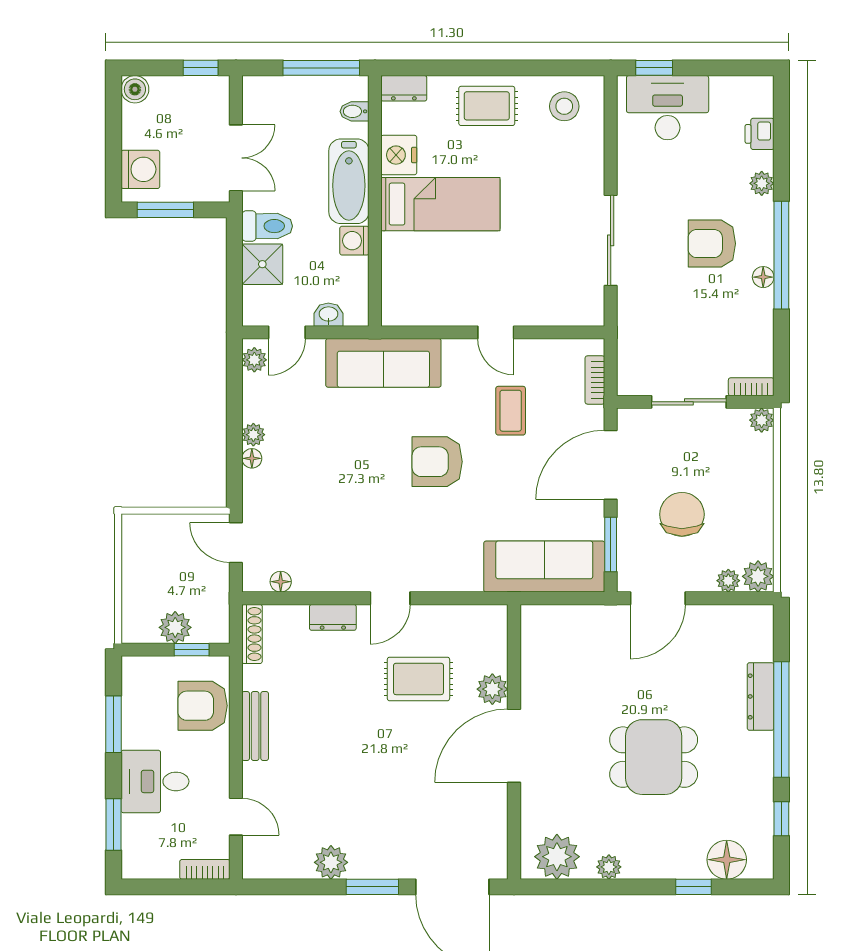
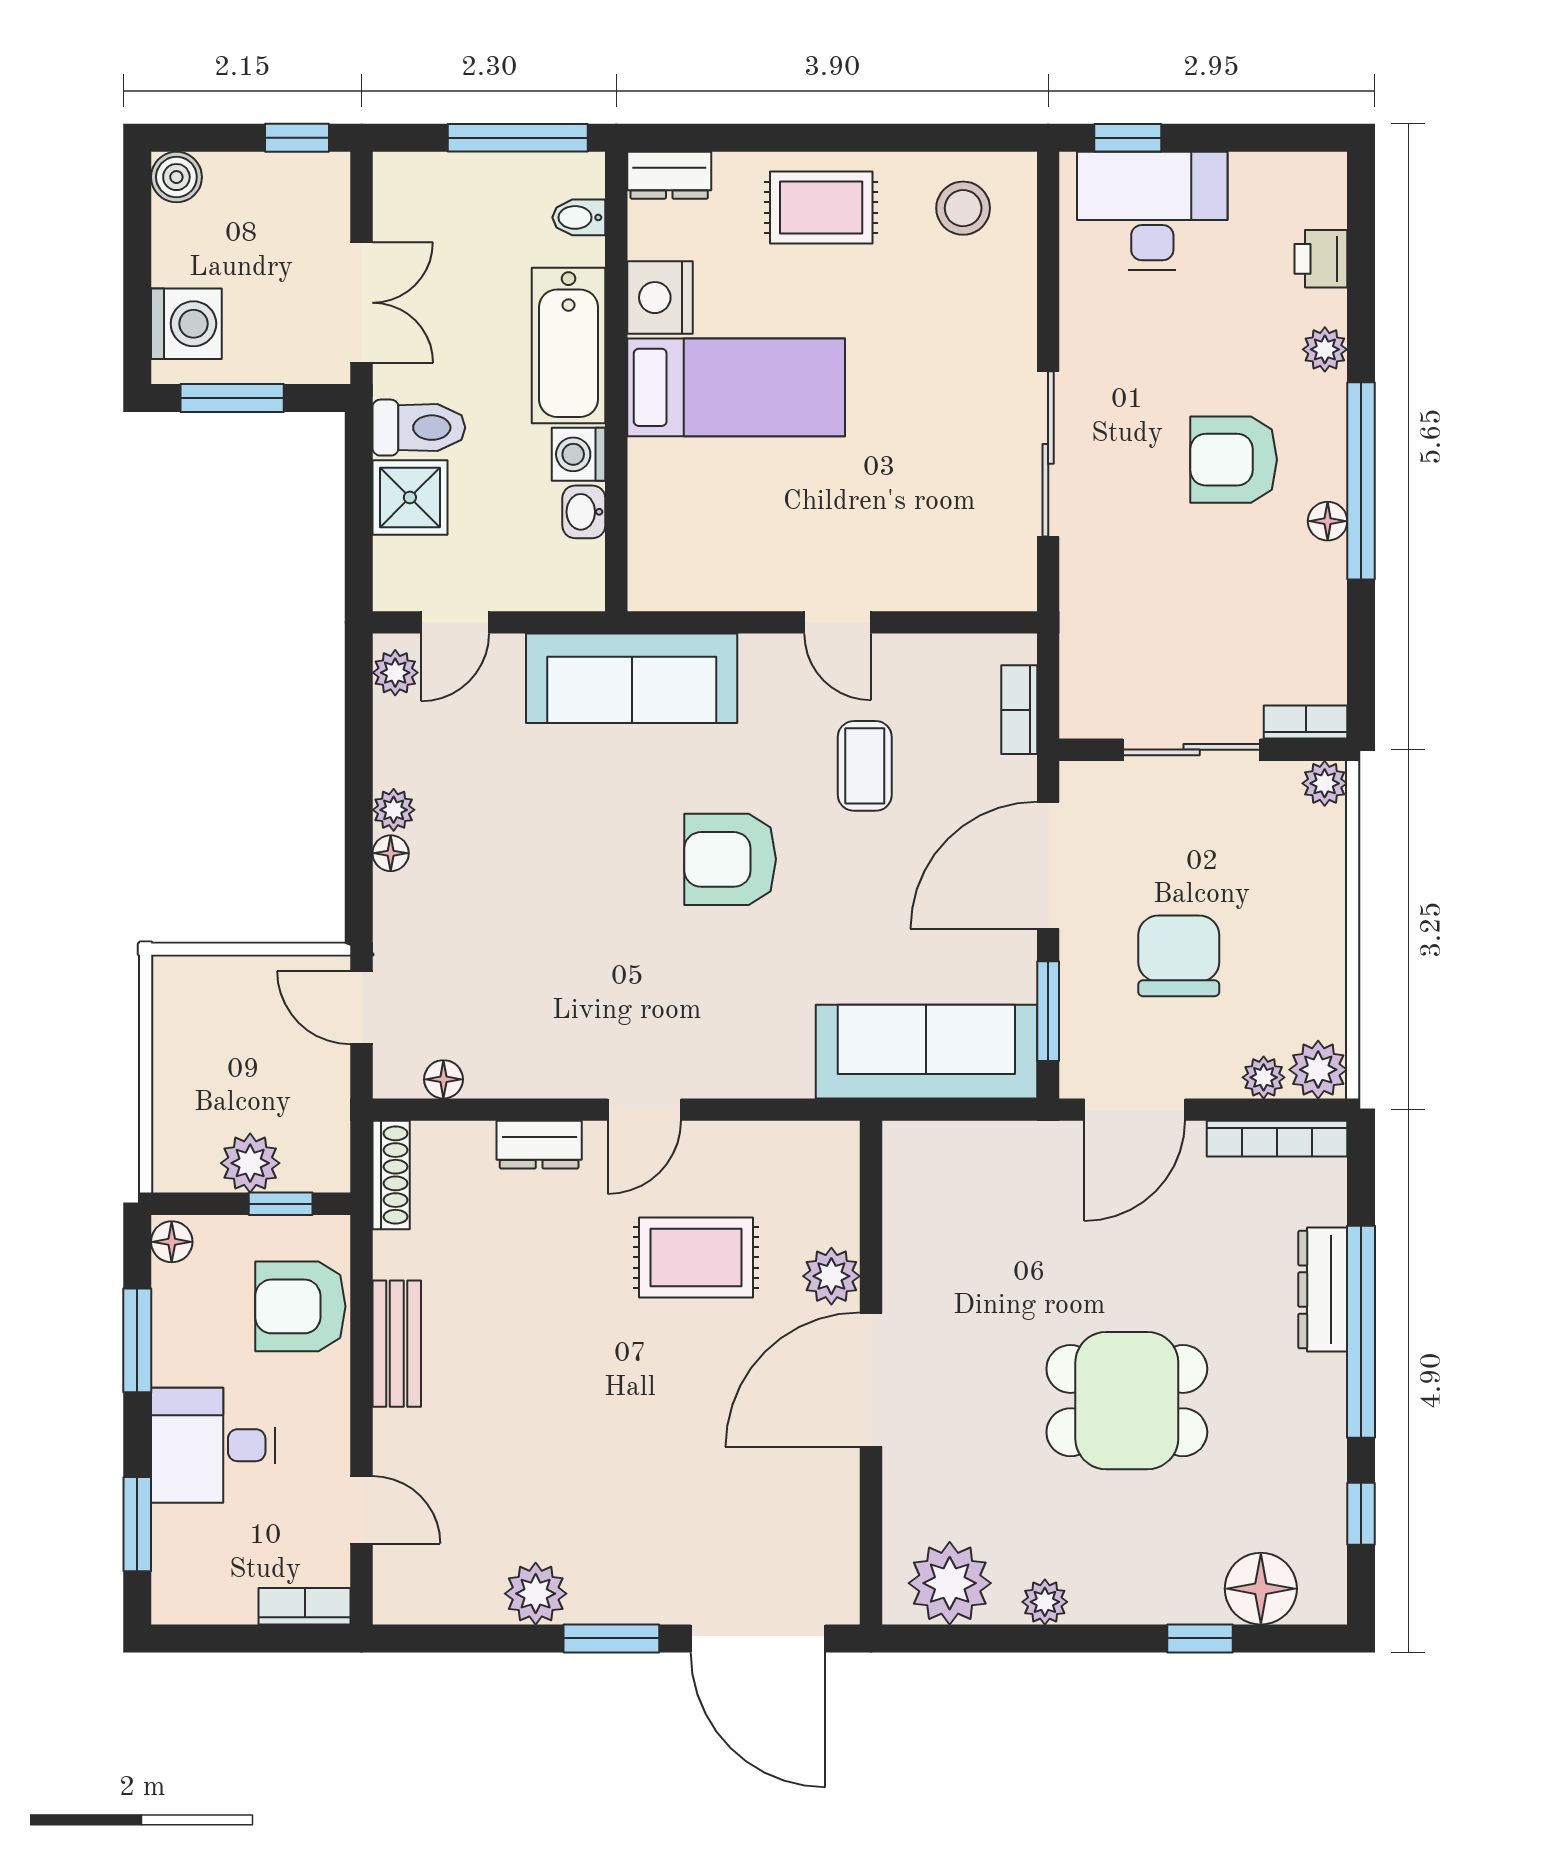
washbasin: (328, 315) -> (584, 512), moved, turned -90
bookcase: (736, 614) -> (1277, 1139), added
floor lamp: (132, 670) -> (172, 1242), added

